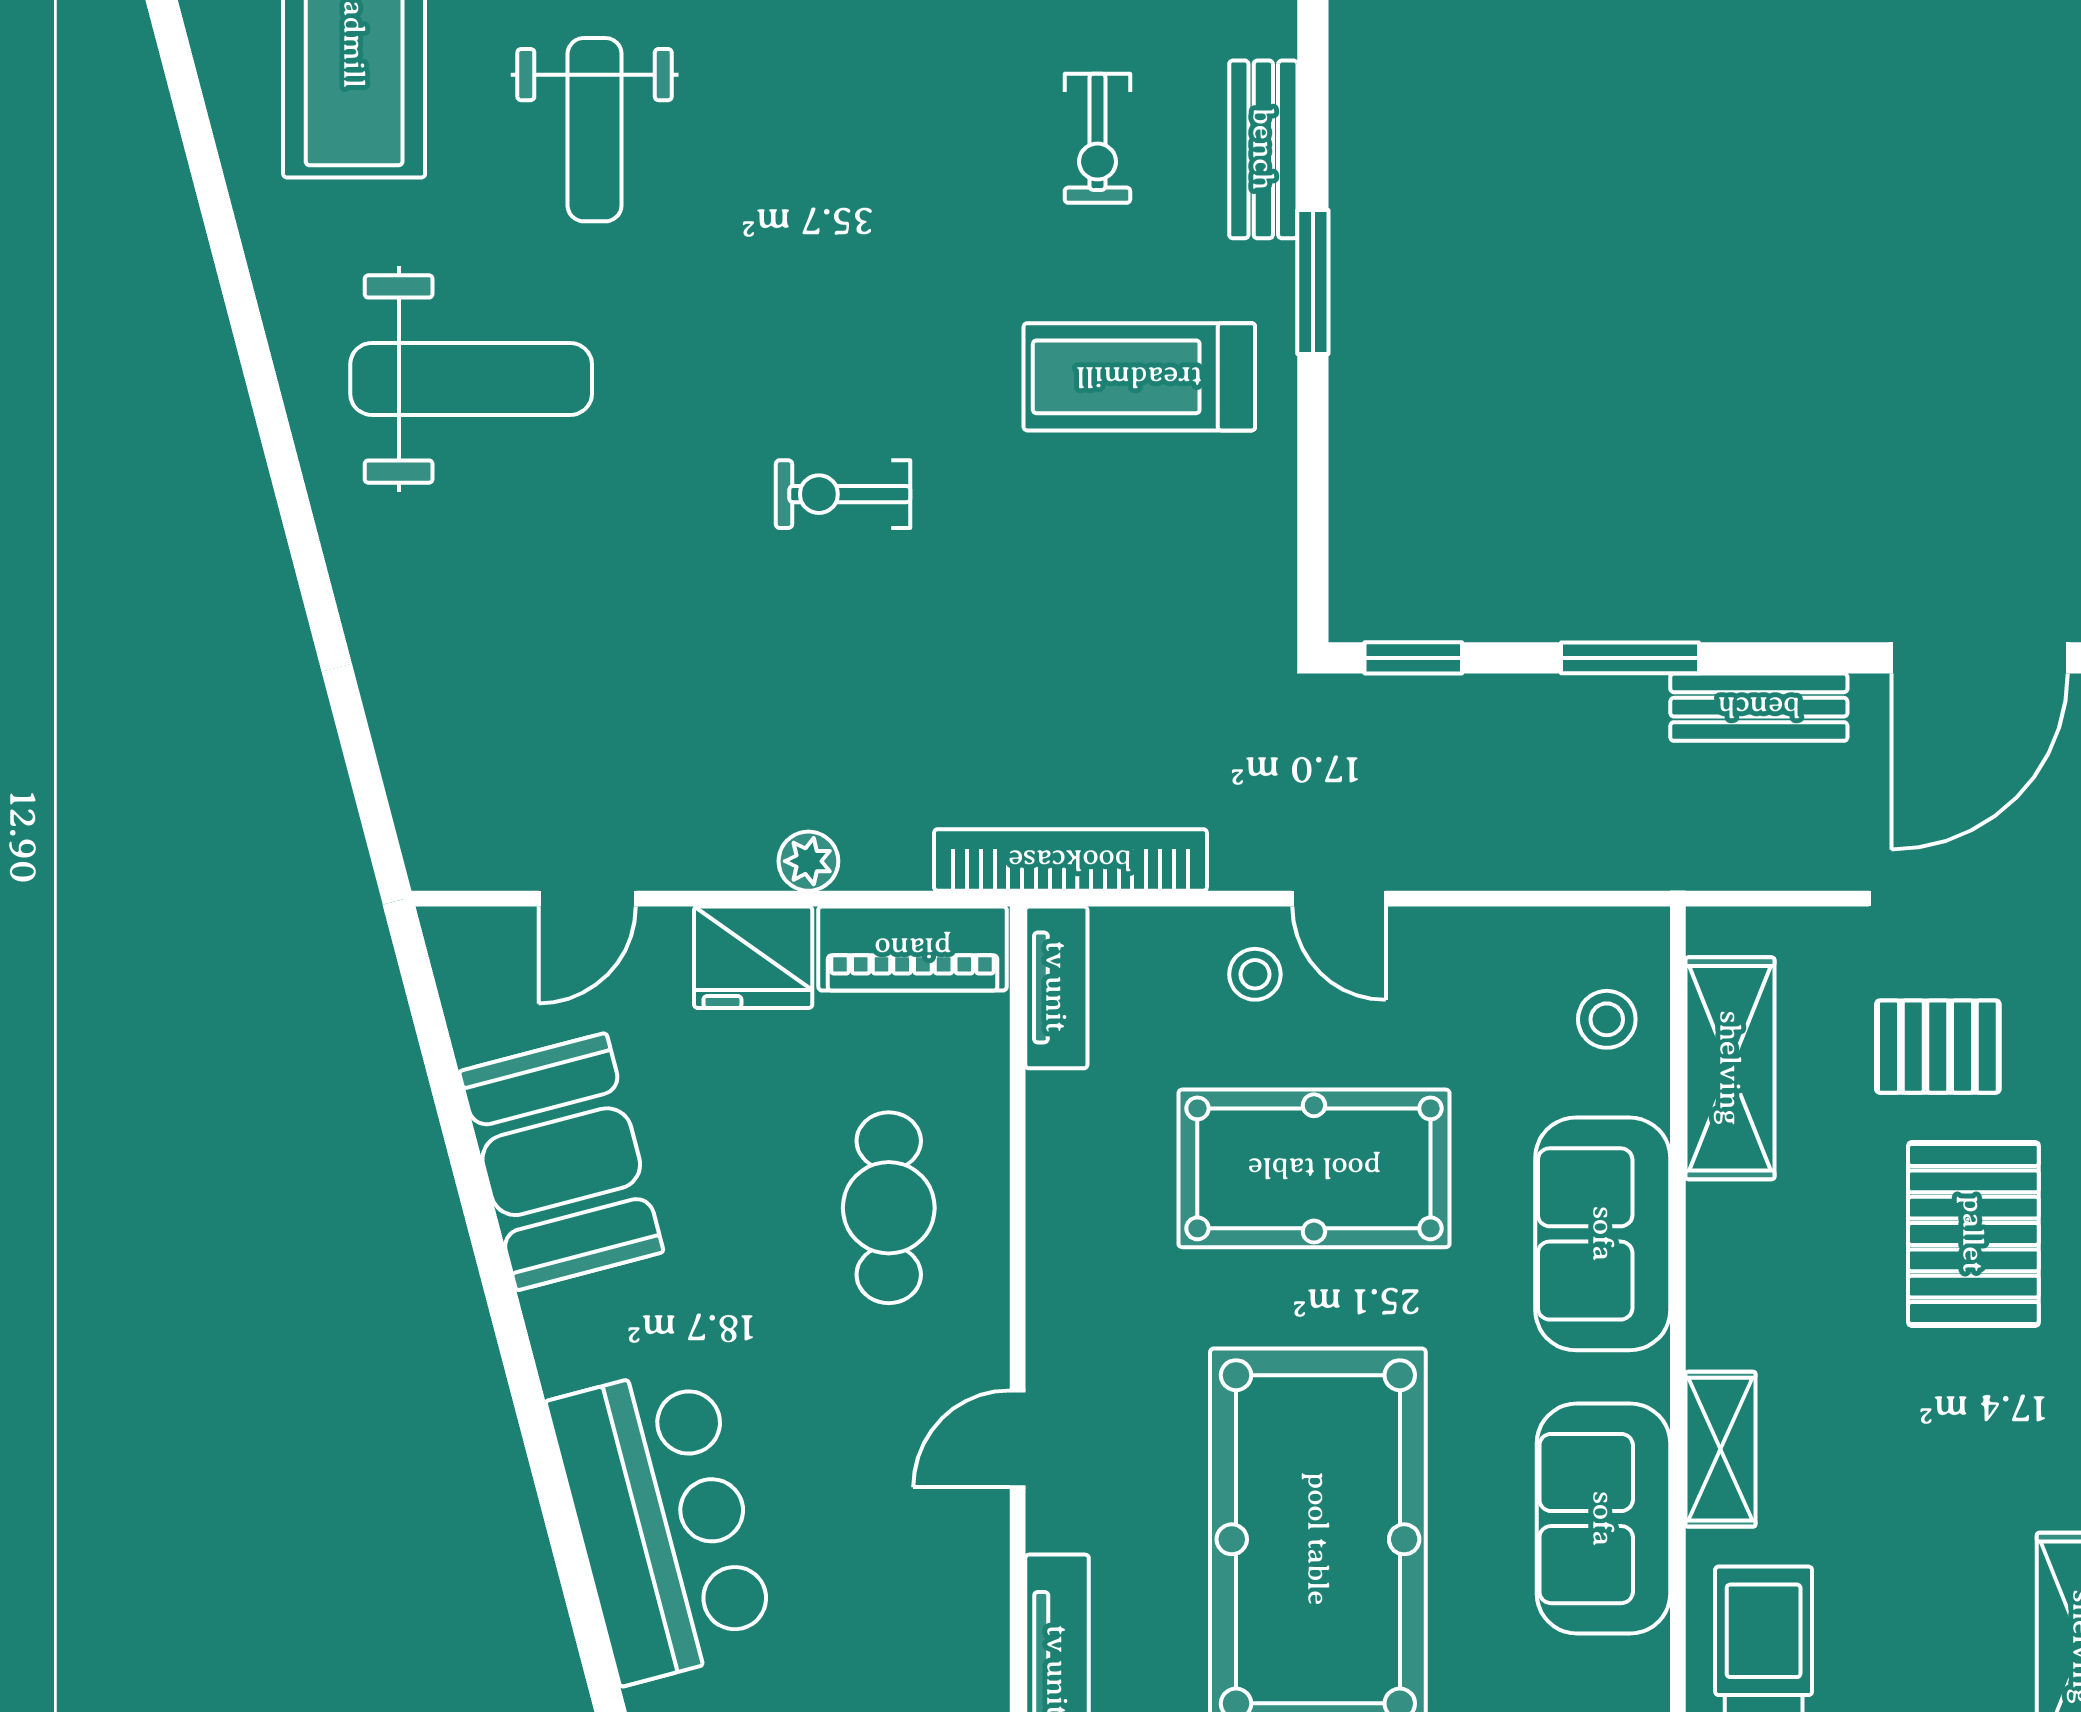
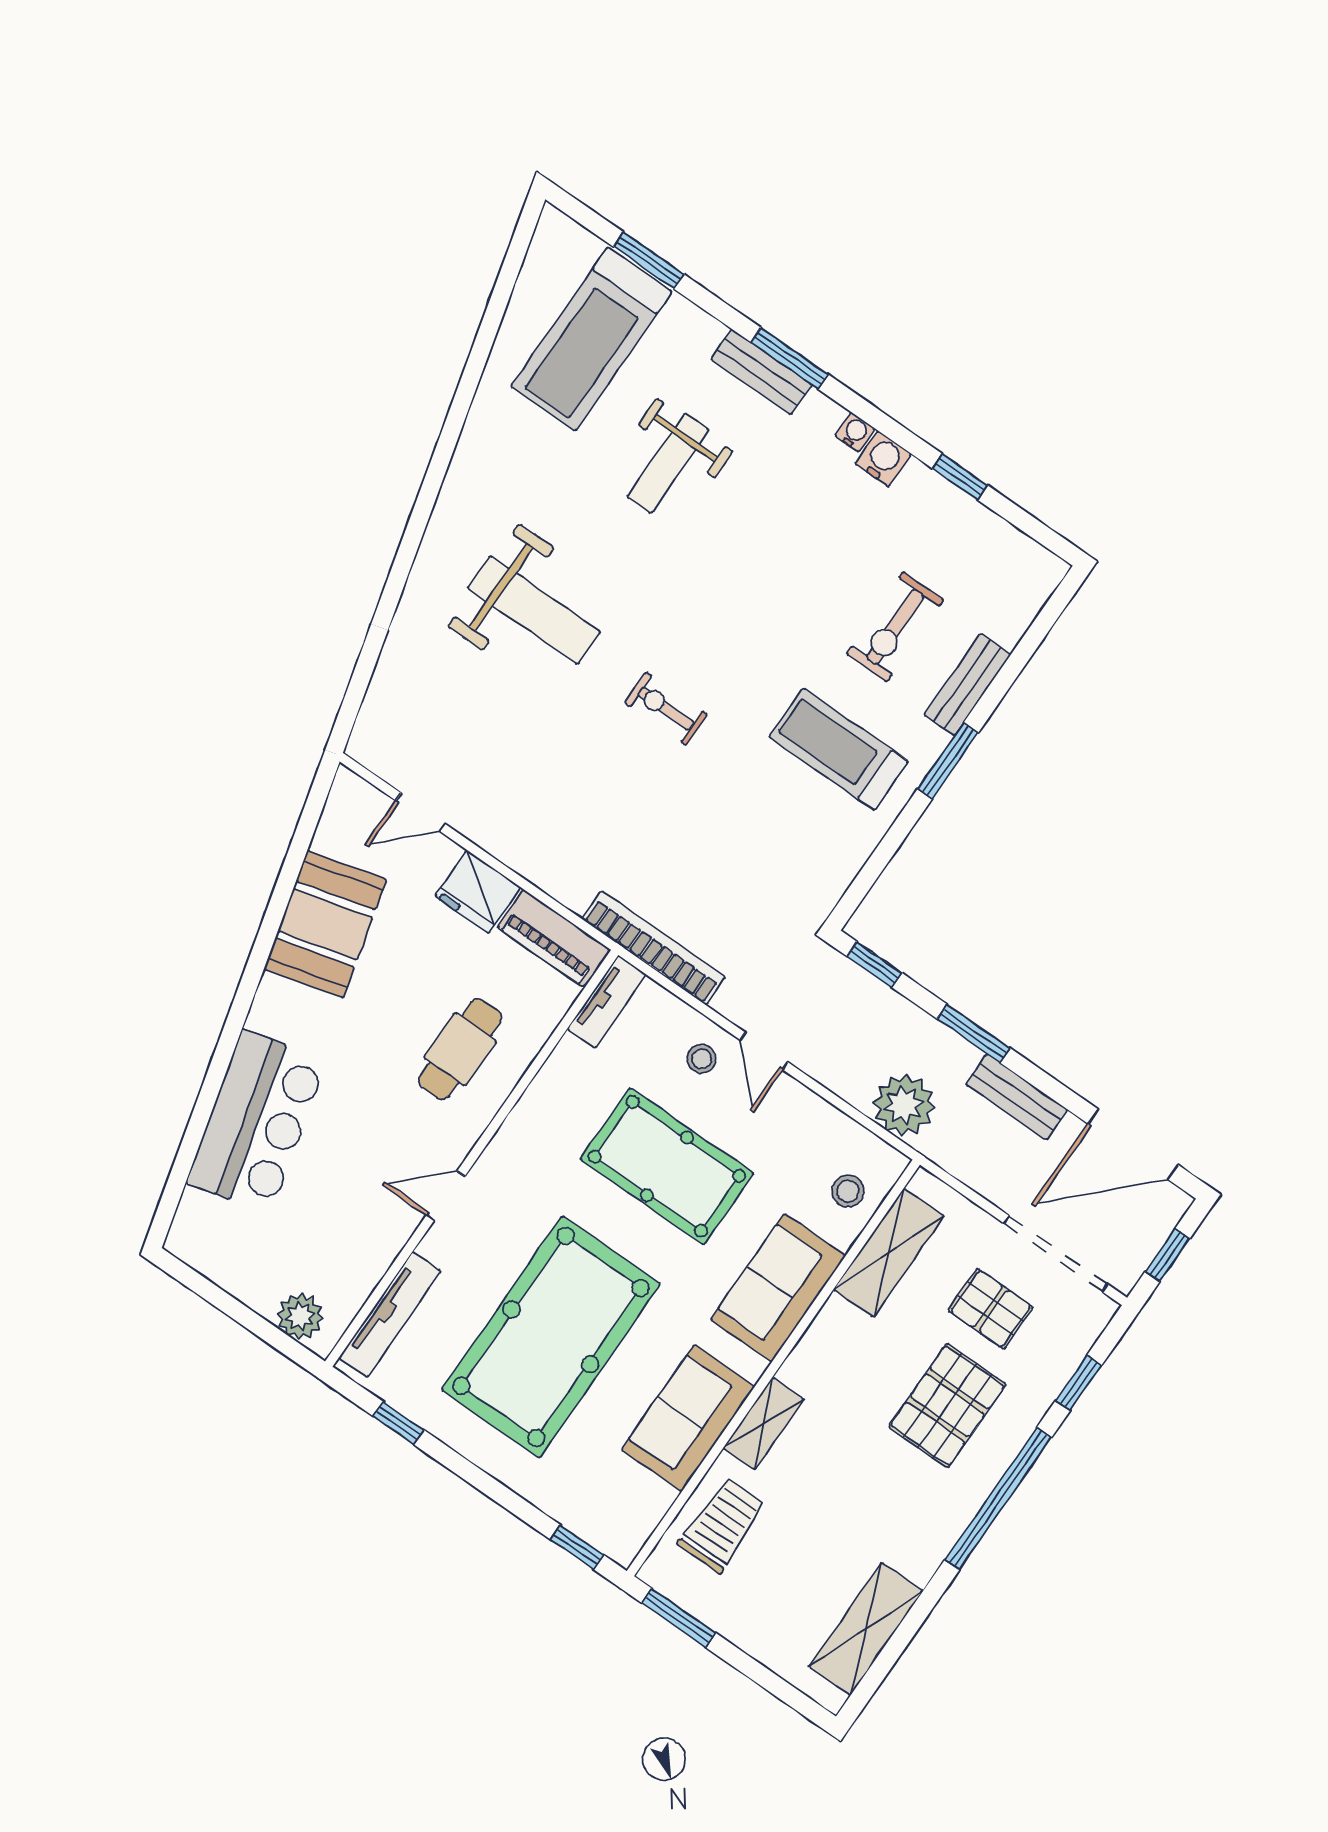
exercise bike: (1097, 138) -> (895, 627), width x1.38, depth x1.39
weight bench: (471, 379) -> (534, 610), moved
plant: (808, 861) -> (904, 1105), moved, width x1.88, depth x1.88

